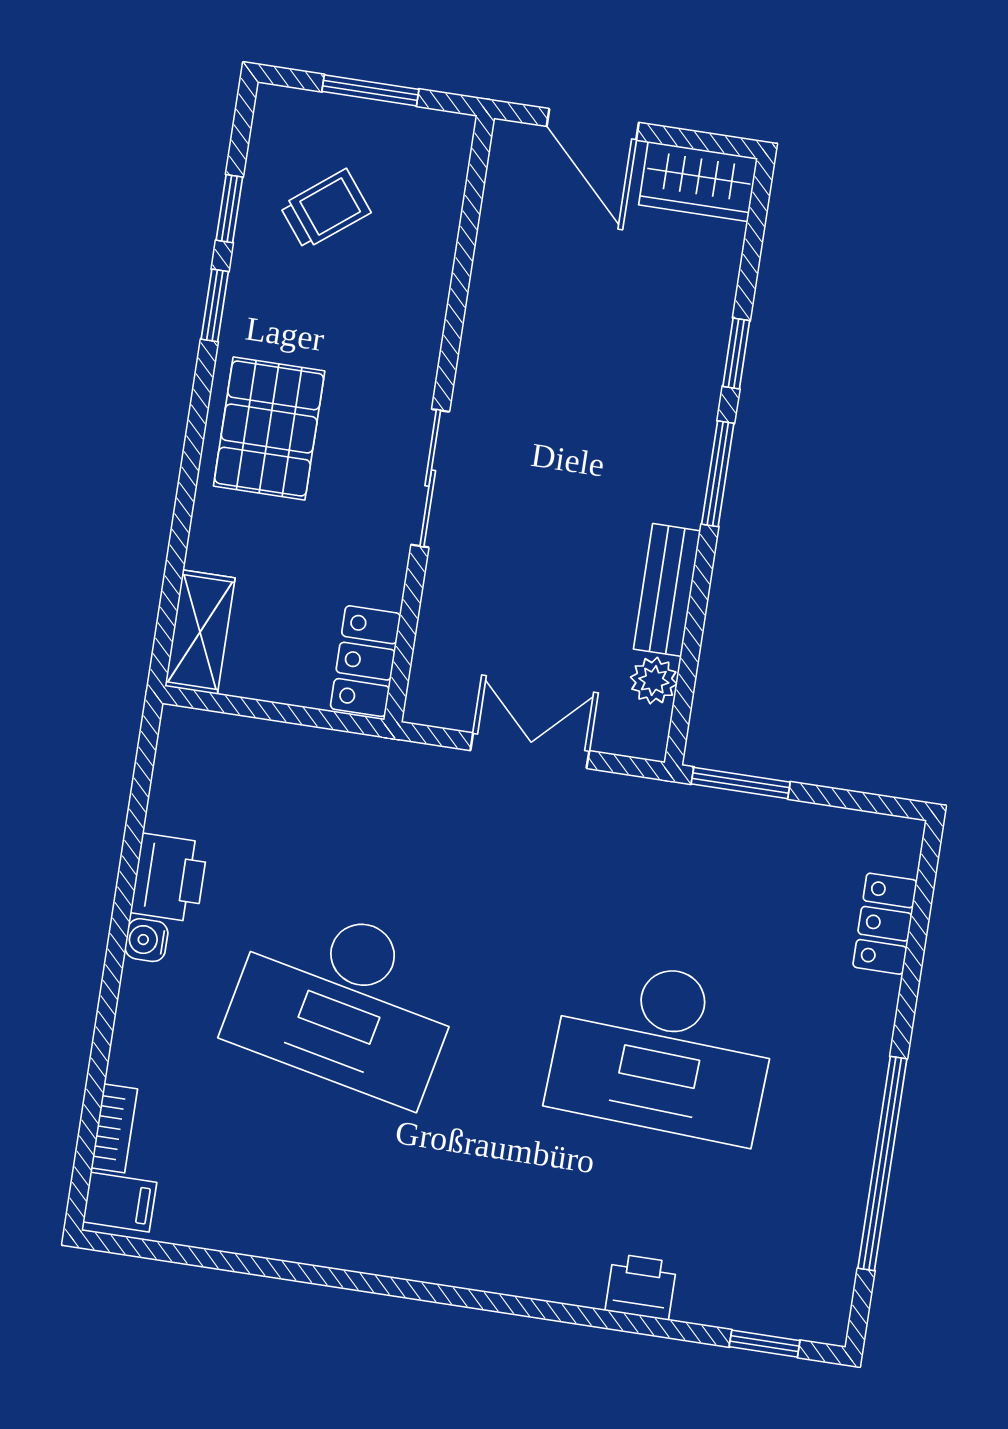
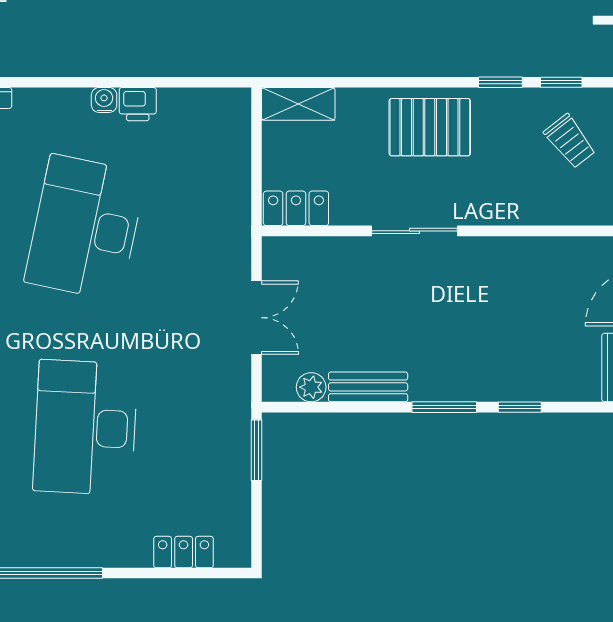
printer: (169, 878) -> (138, 104), width x0.73, depth x0.81

